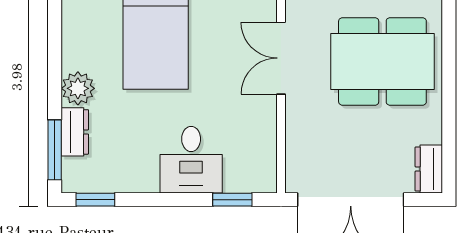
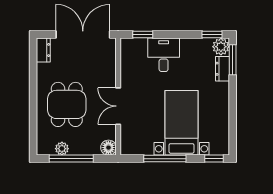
double door: (281, 58) -> (118, 106), swing flipped
dining table: (382, 61) -> (67, 104), width x0.73
plant: (78, 88) -> (221, 47), moved

